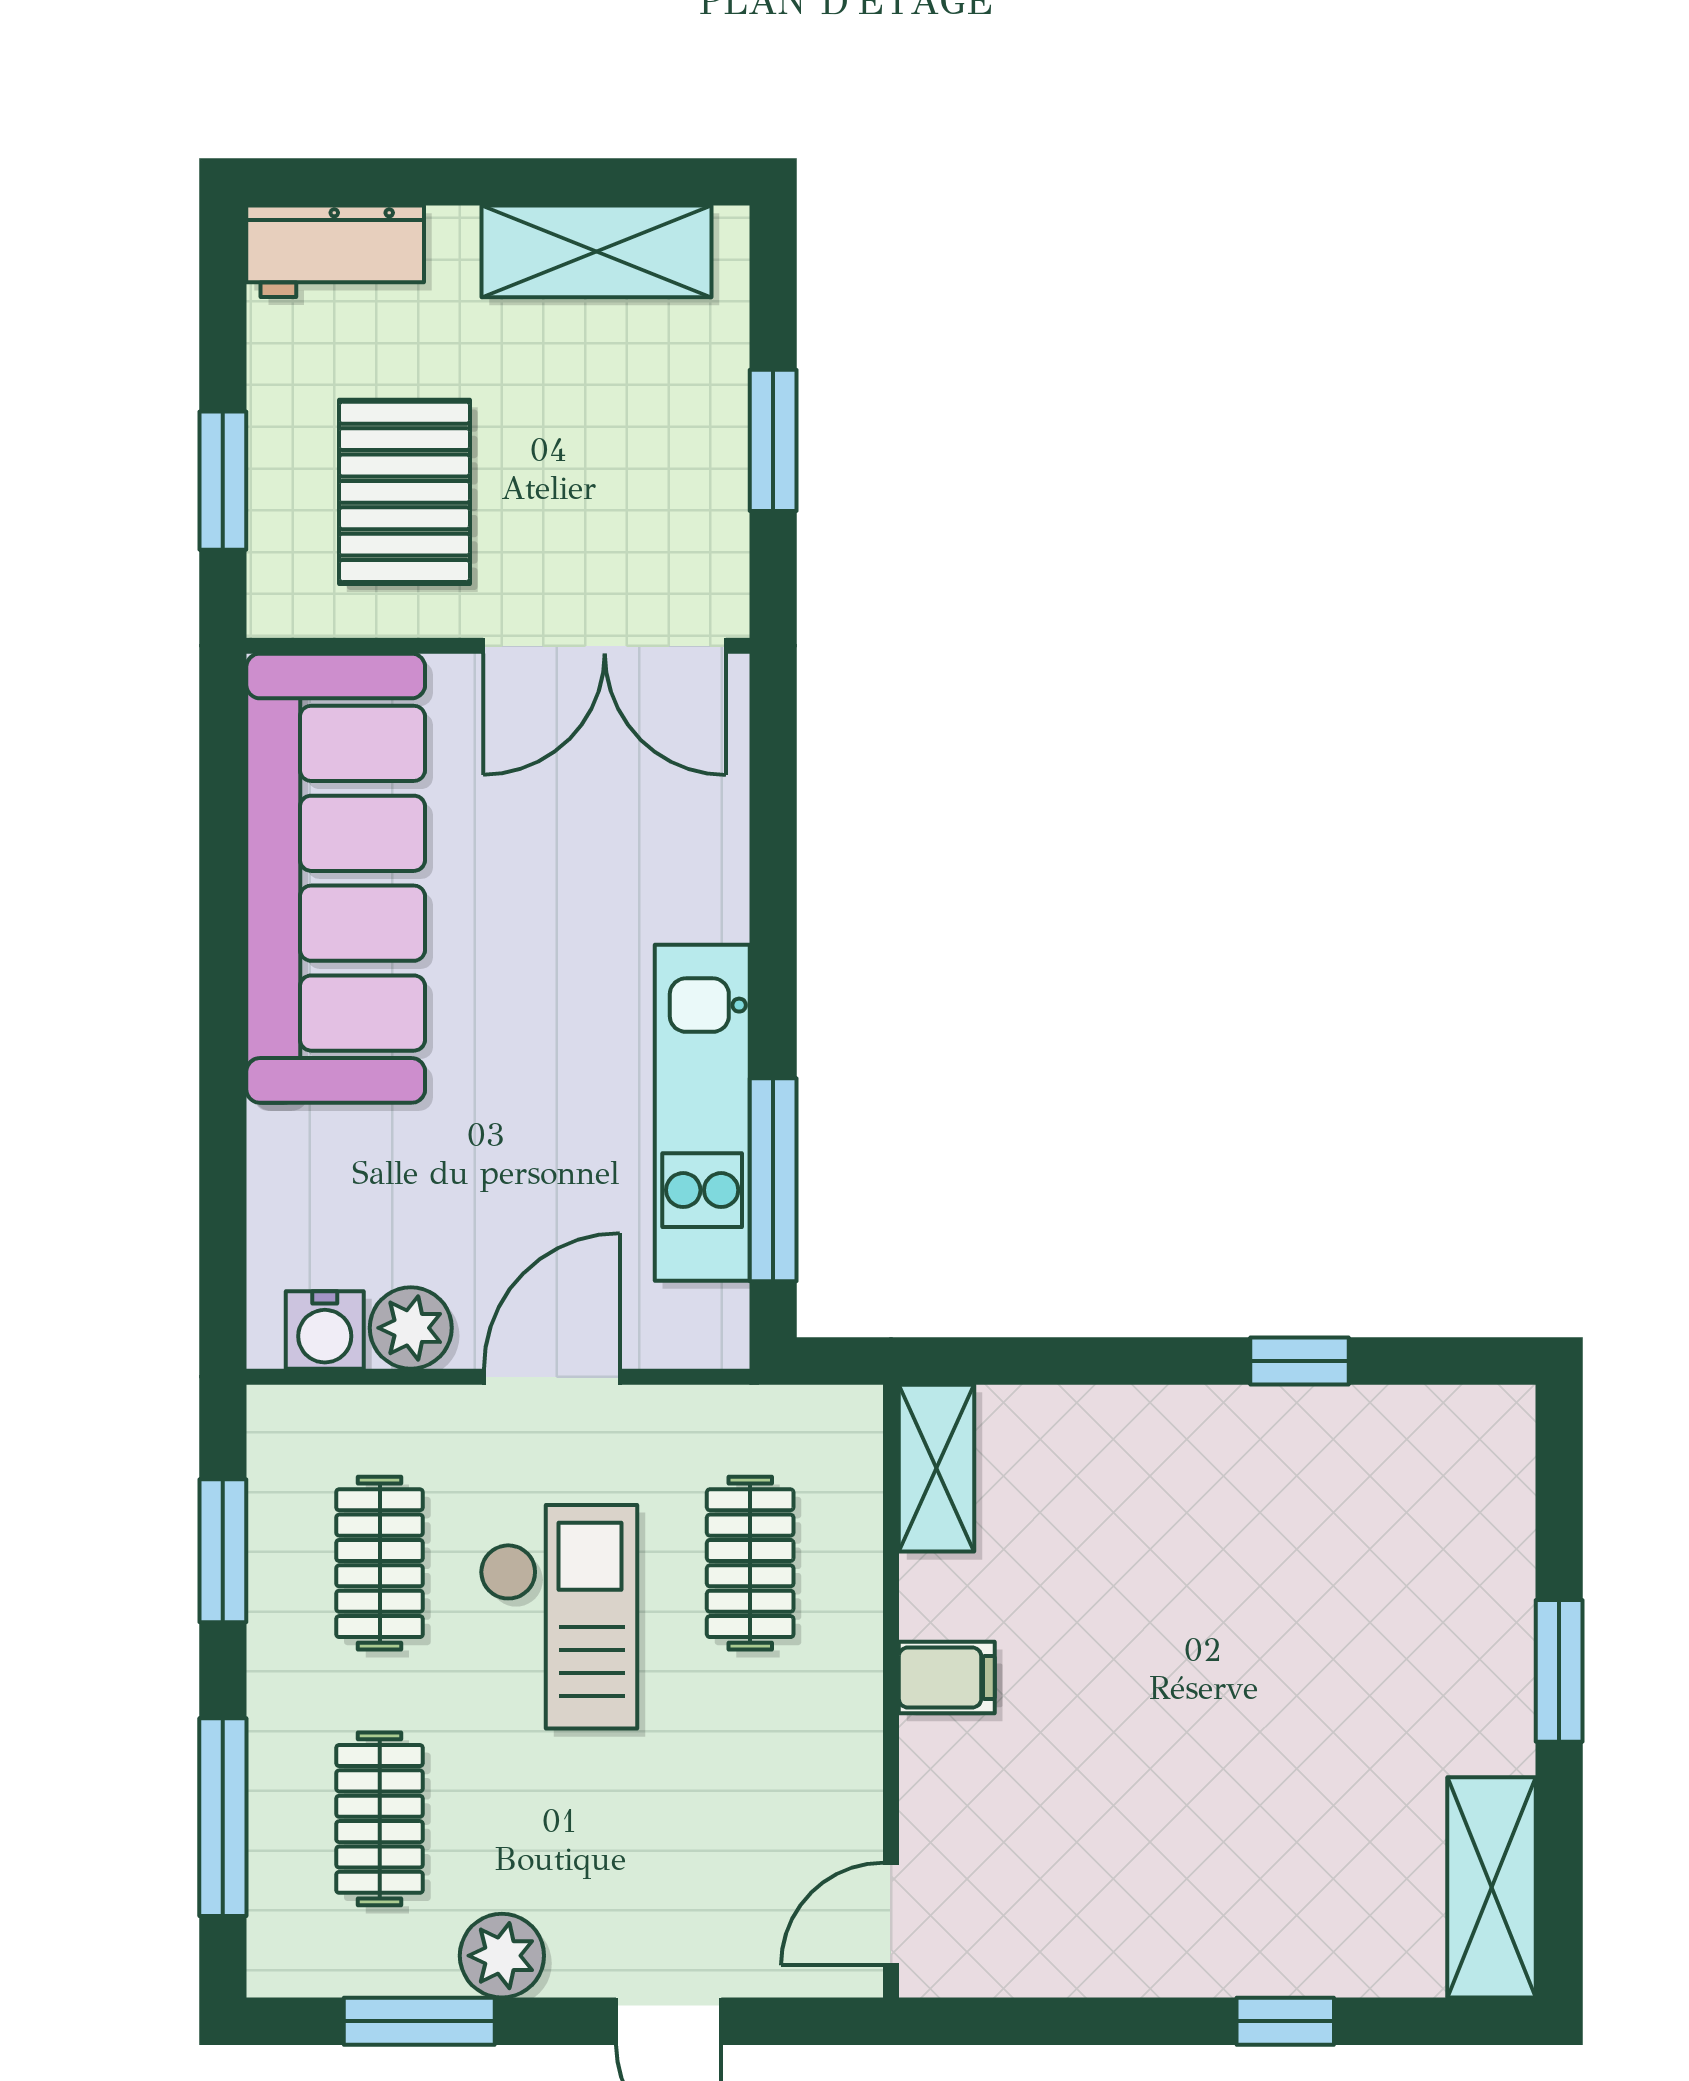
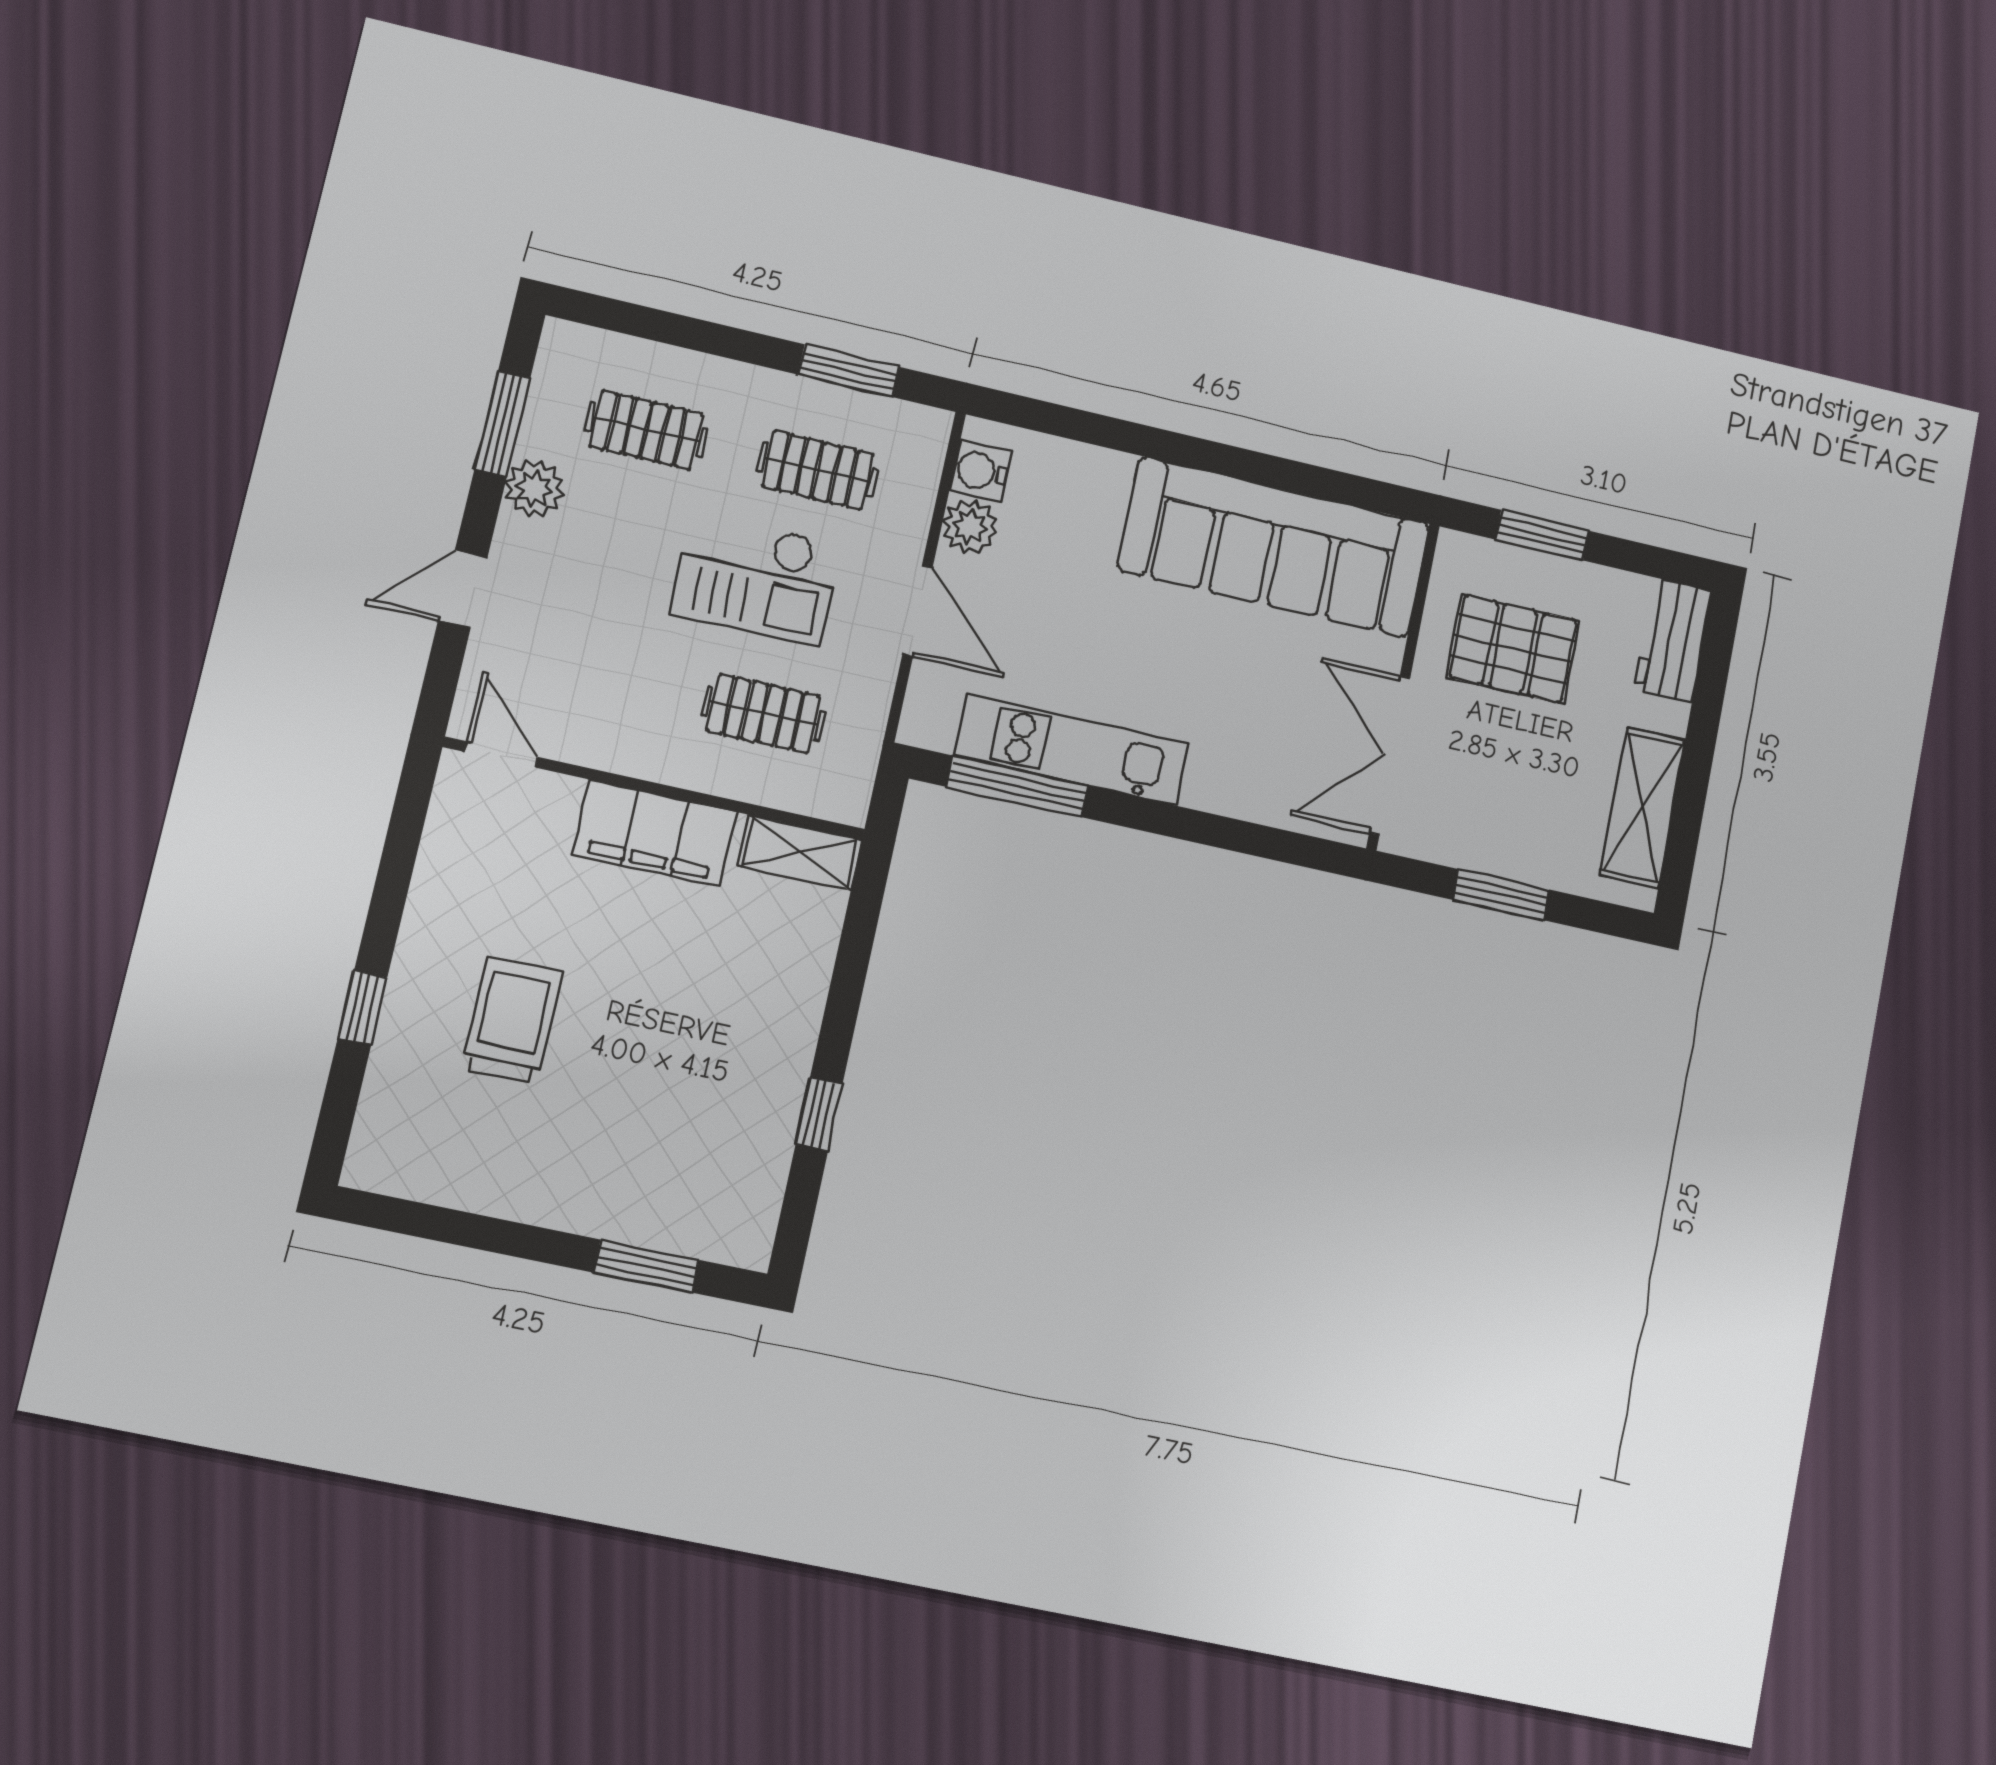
window: (1559, 1671) -> (646, 1266), moved
filing cabinet: (947, 1678) -> (654, 833), width x3.00, depth x1.17
trolley: (1259, 1814) -> (512, 1020), added
window: (223, 1817) -> (671, 329), removed
shelving: (1491, 1887) -> (423, 1171), removed

